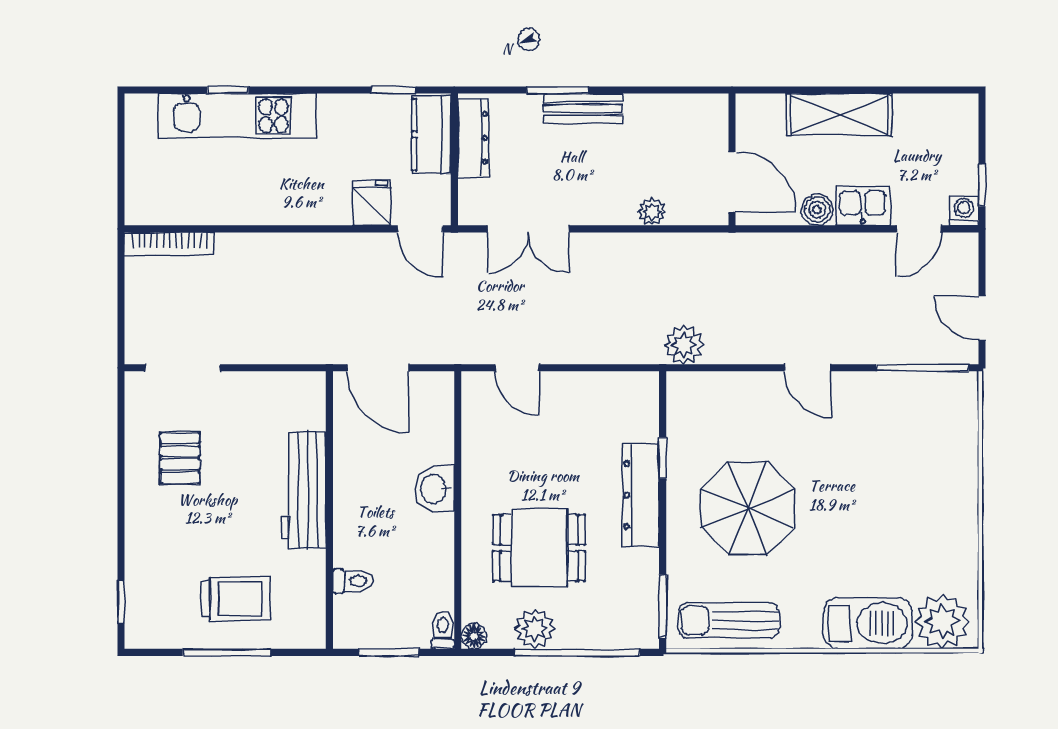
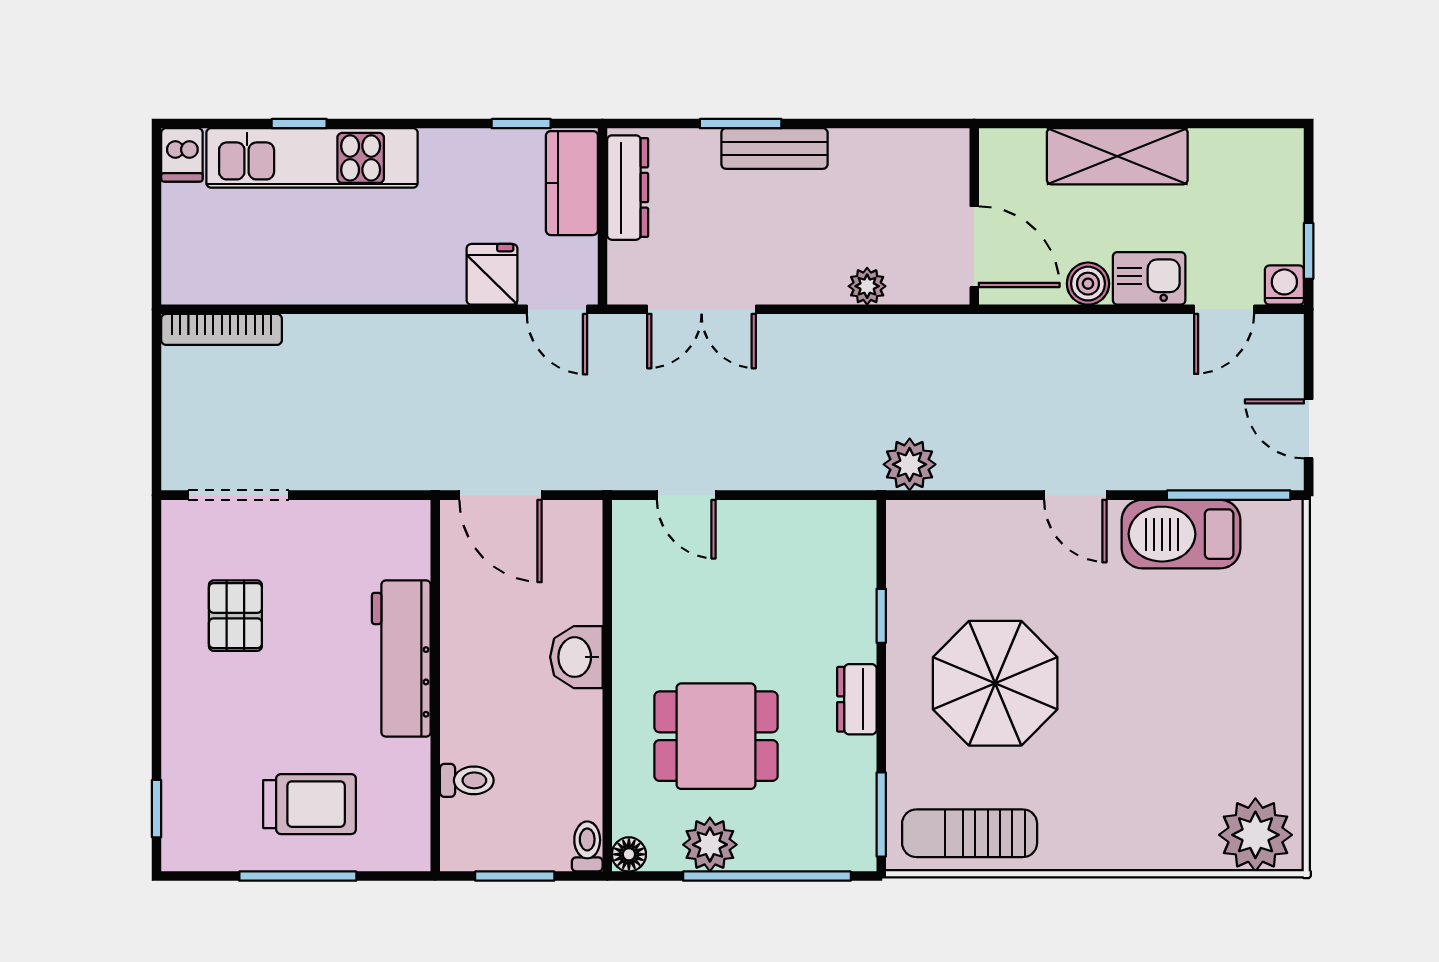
dishwasher: (140, 113) -> (182, 155), added
dresser: (641, 495) -> (857, 699), width x0.51, depth x0.80
barbecue: (868, 623) -> (1181, 534), moved, turned 180

